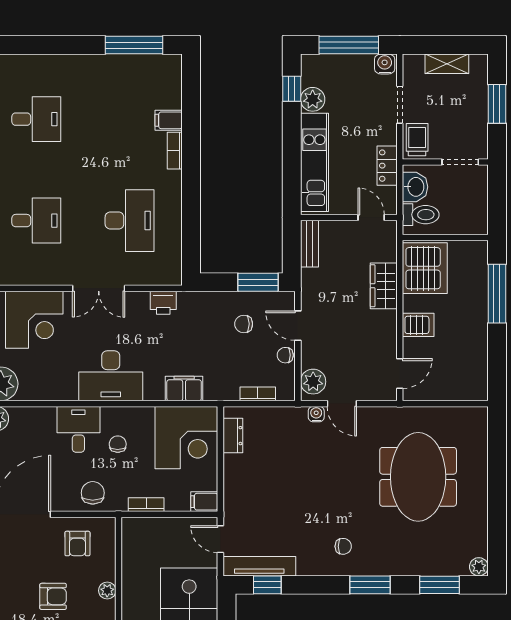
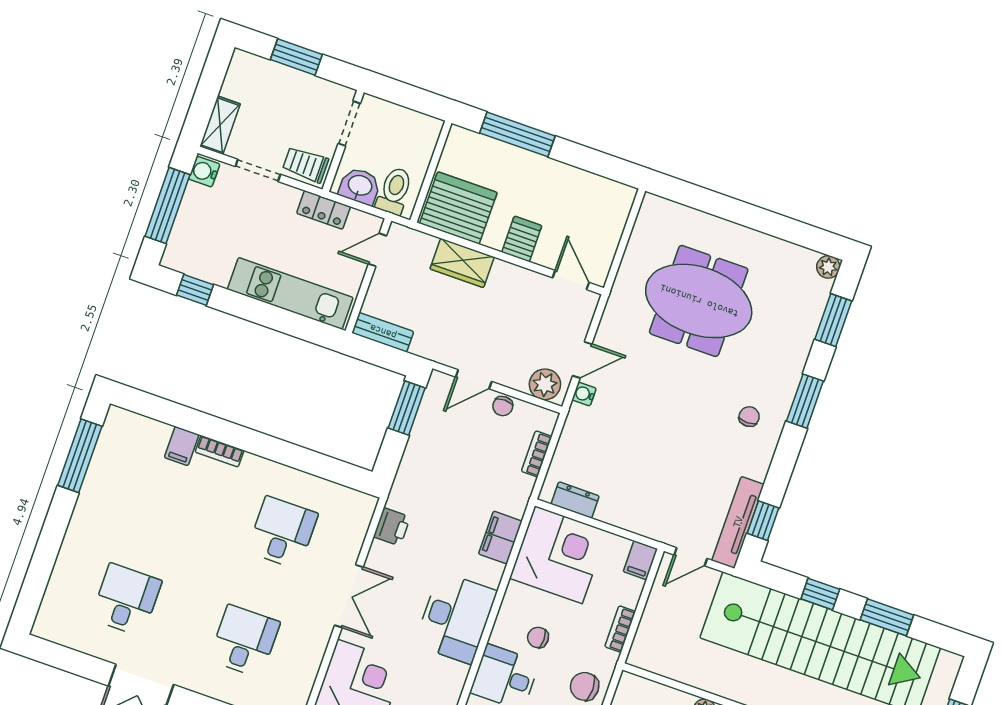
shelving: (447, 64) -> (220, 125), moved
plant: (313, 99) -> (216, 270), removed
desk: (130, 221) -> (282, 532), width x0.73
chair: (244, 324) -> (449, 442), removed

